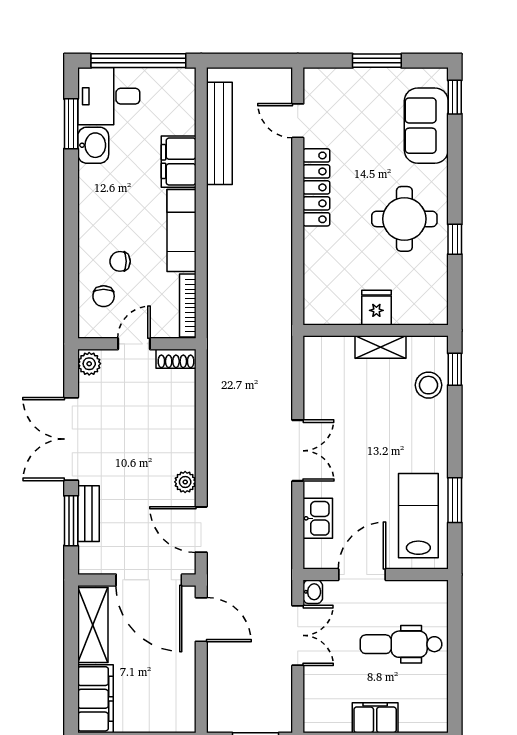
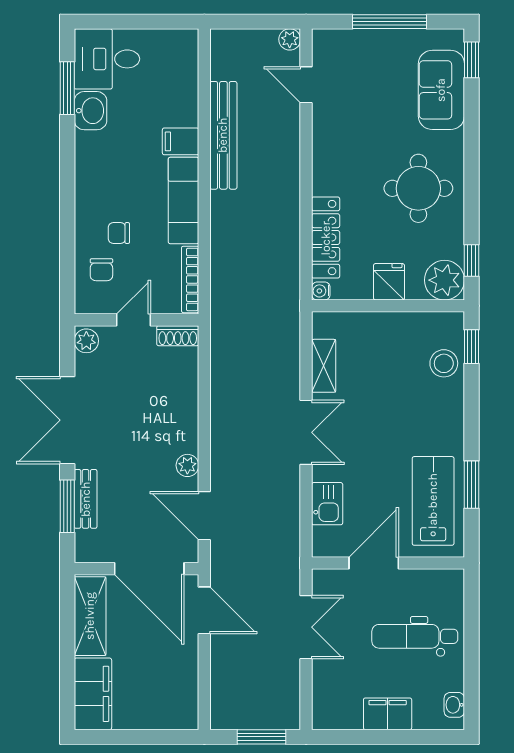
window: (138, 61) -> (138, 22), removed
window: (377, 61) -> (389, 22), width x1.44
plant: (282, 78) -> (290, 39), added
bench: (219, 133) -> (223, 135), moved
filing cabinet: (179, 162) -> (181, 141), width x0.50
locker: (316, 187) -> (326, 238), moved
window: (455, 239) -> (471, 260), moved
plant: (429, 306) -> (444, 280), added
water cooler: (312, 316) -> (321, 291), added
shelving: (380, 347) -> (324, 366), moved, turned 90
washbasin: (313, 592) -> (454, 705), moved, turned 180

